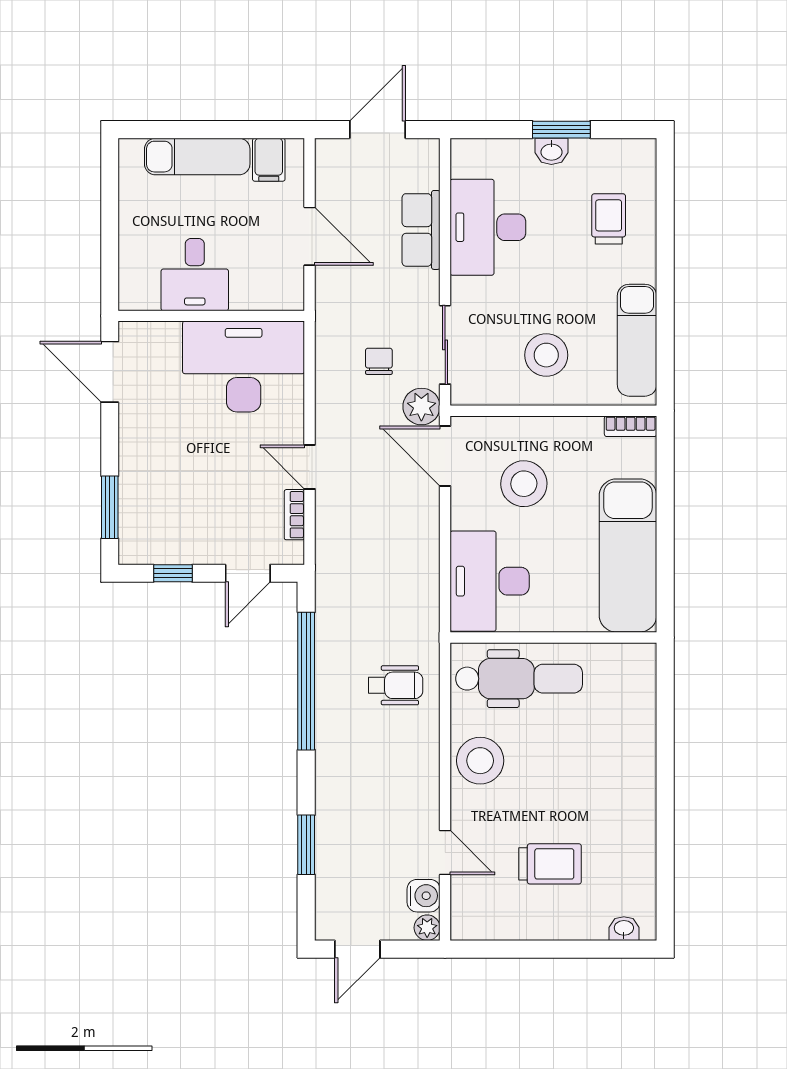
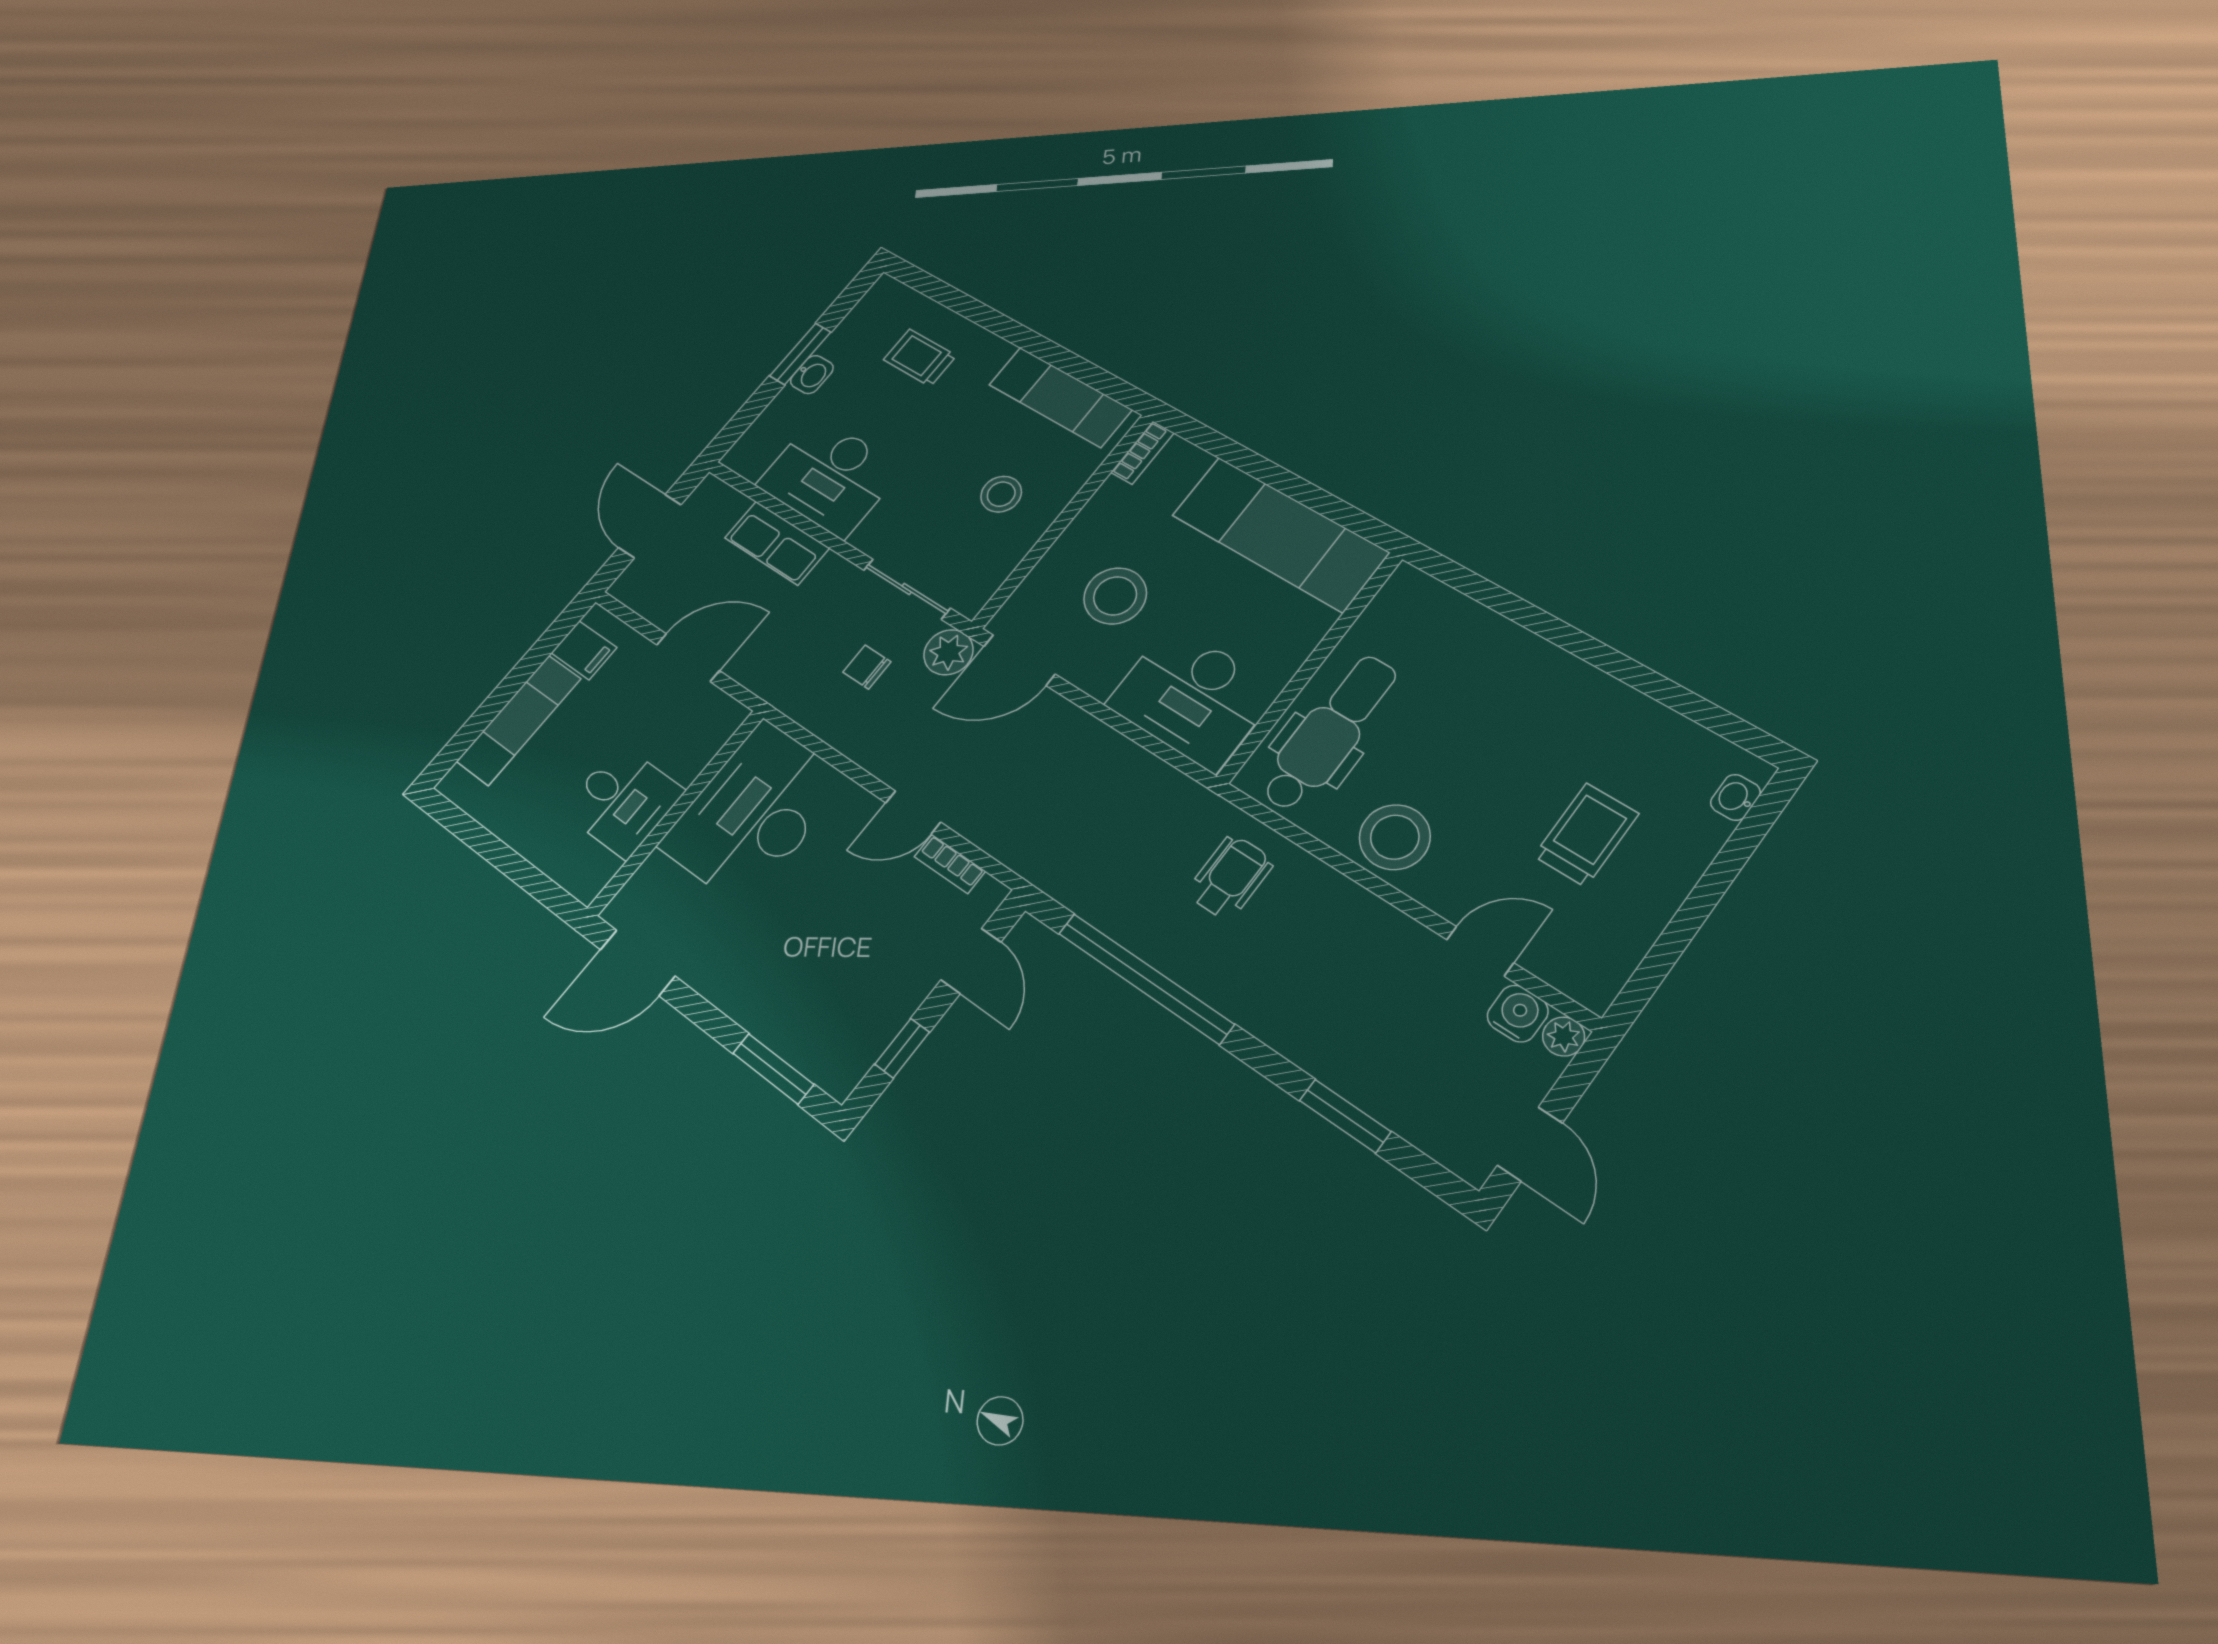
stool: (546, 355) -> (1001, 494), width x0.73, depth x0.73

